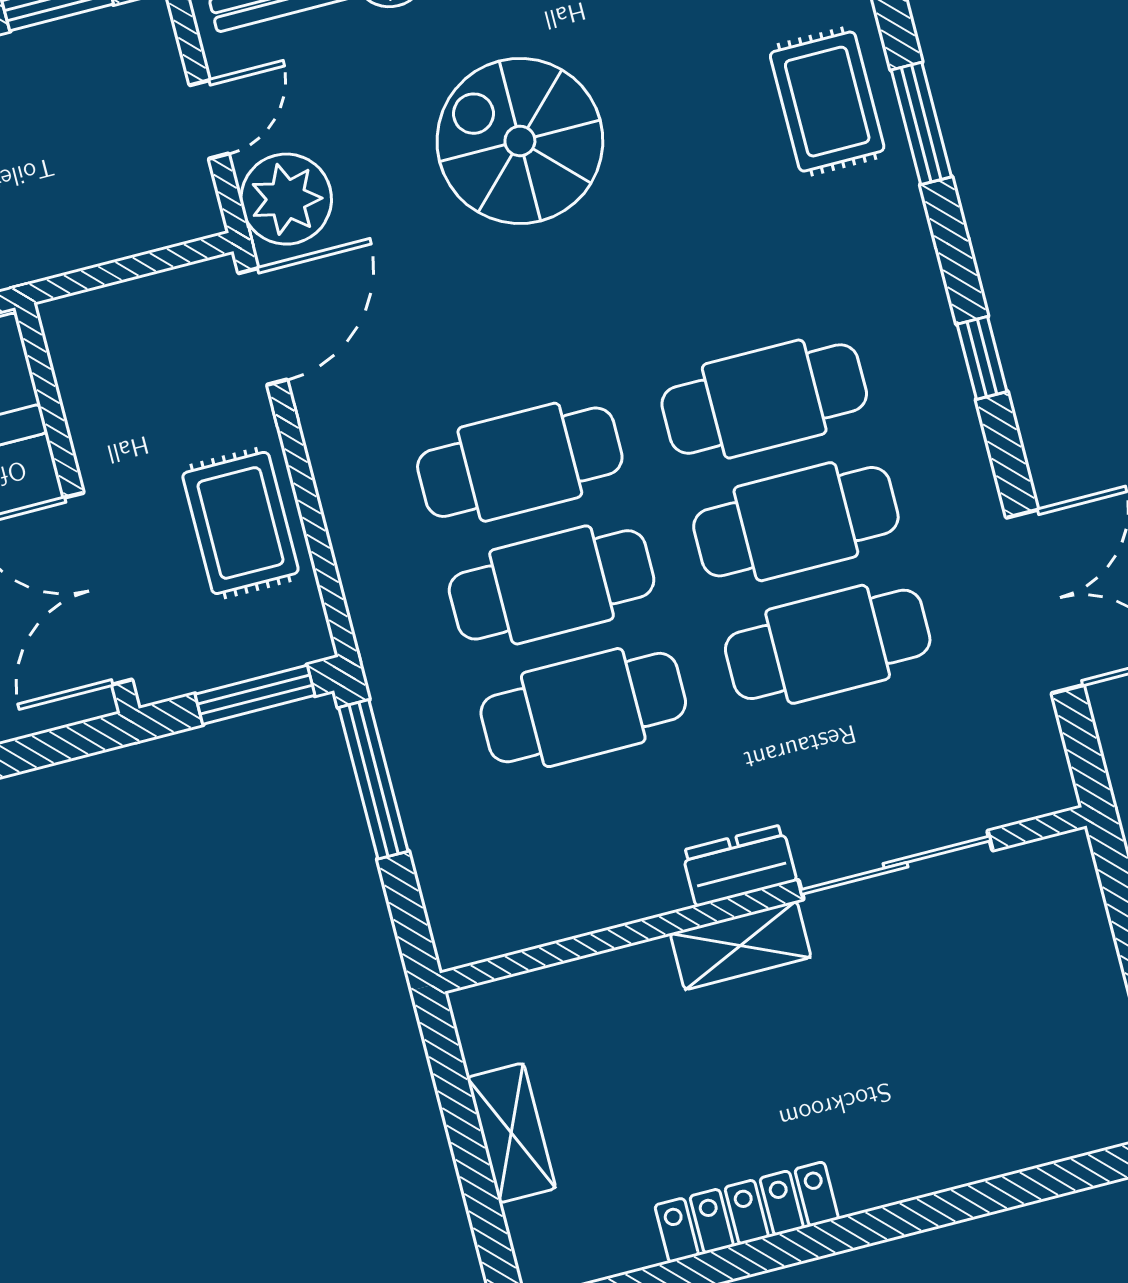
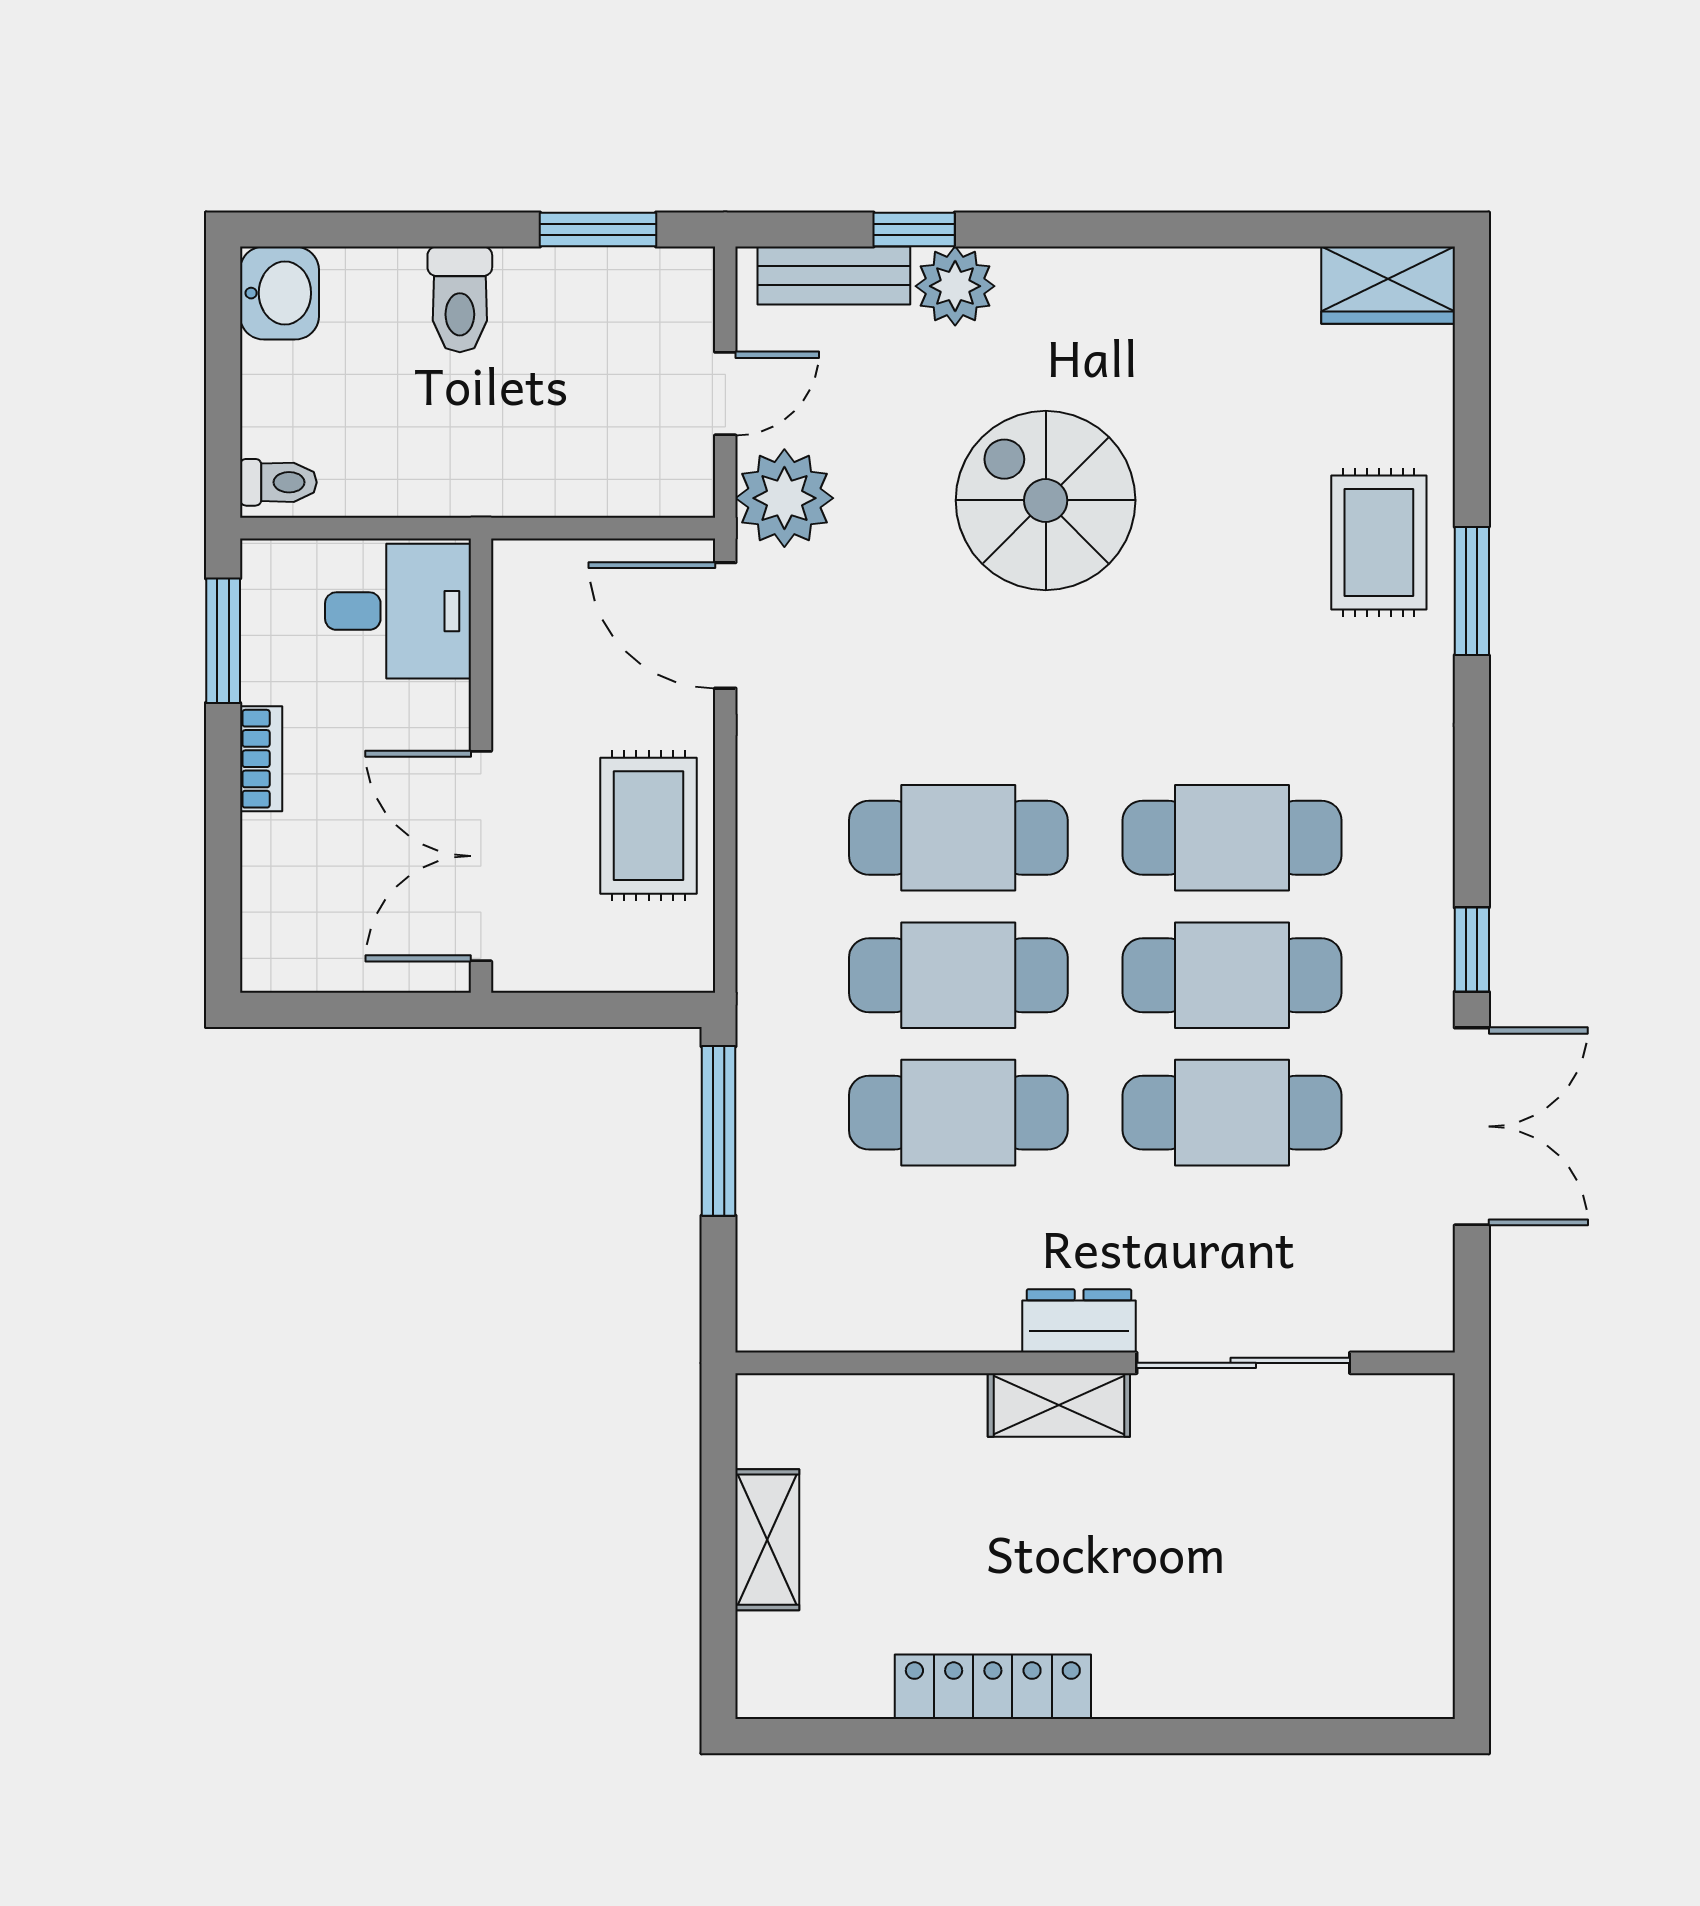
door: (263, 326) -> (725, 625), swing flipped
window: (982, 358) -> (1472, 950), moved
window: (255, 695) -> (617, 1010), removed

